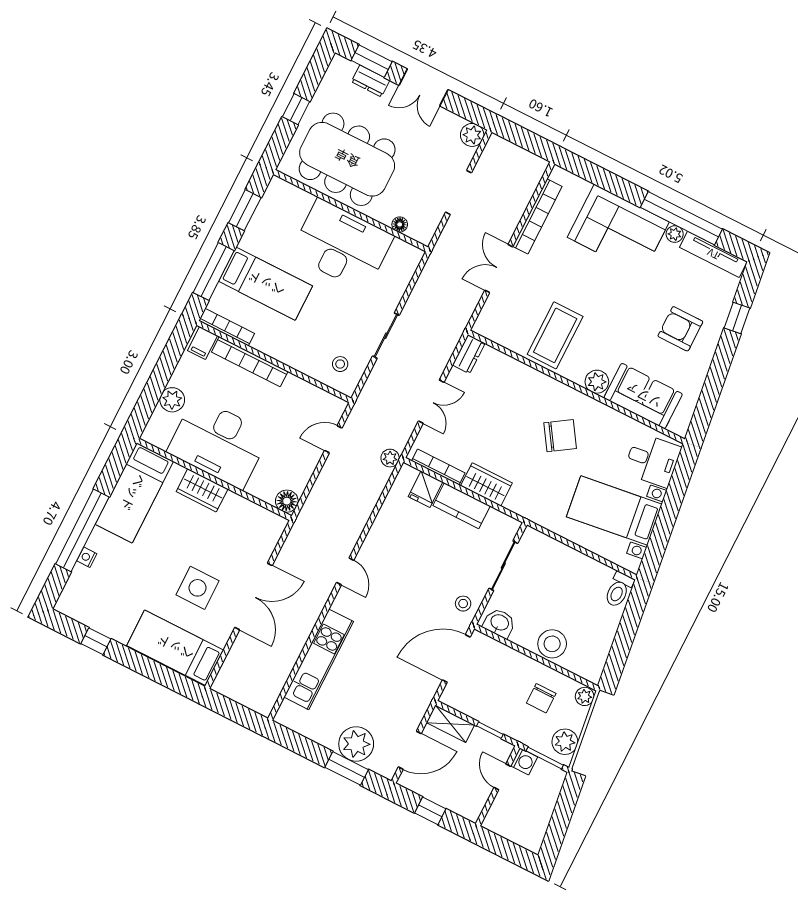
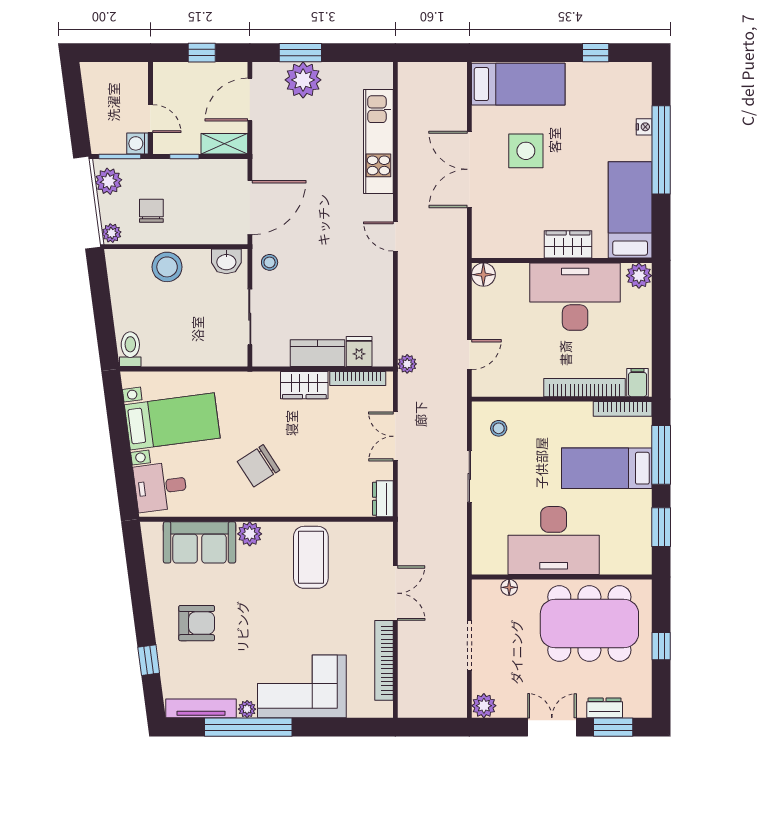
plant: (172, 400) -> (639, 276), moved

